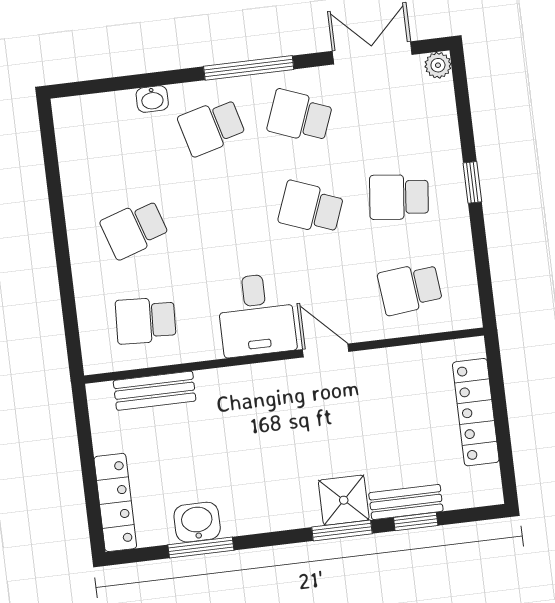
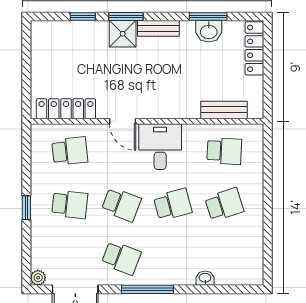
school desk: (212, 127) -> (173, 204), moved
locker: (476, 412) -> (66, 109), moved, turned -90
bench: (406, 502) -> (158, 28), moved

